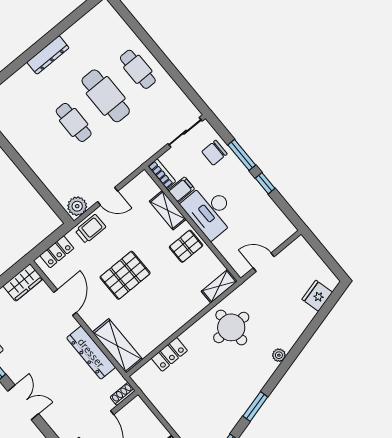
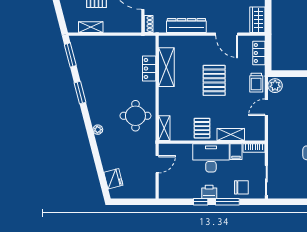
chair: (214, 153) -> (241, 187), turned 90
printer: (247, 183) -> (209, 192), added
shelving: (117, 346) -> (166, 67), moved, turned 90

